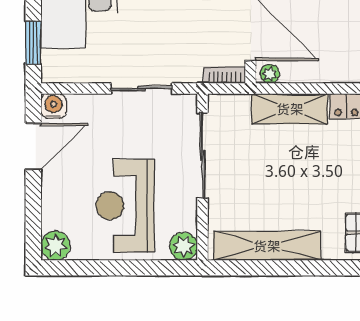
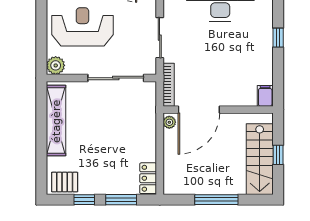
bookcase: (224, 75) -> (169, 85), width x1.56
shelving: (290, 109) -> (146, 135), removed

